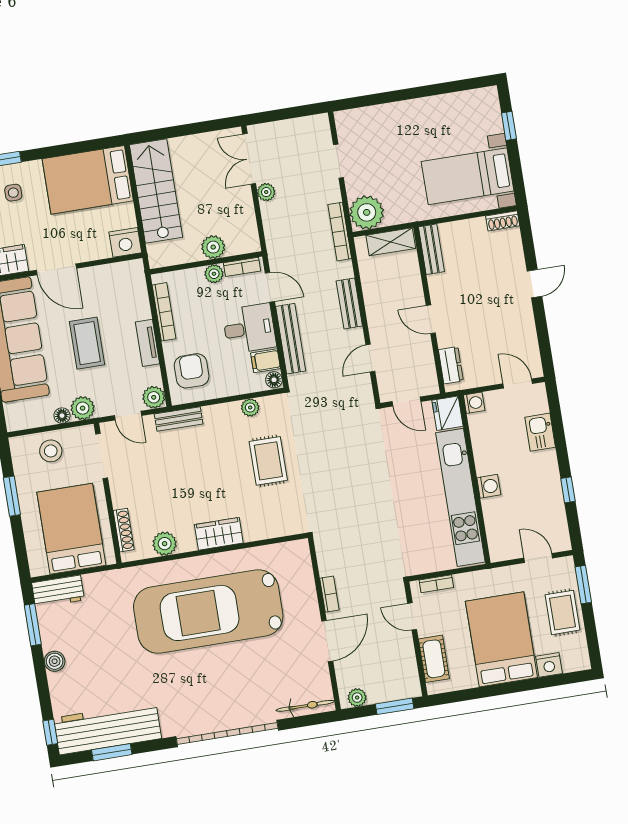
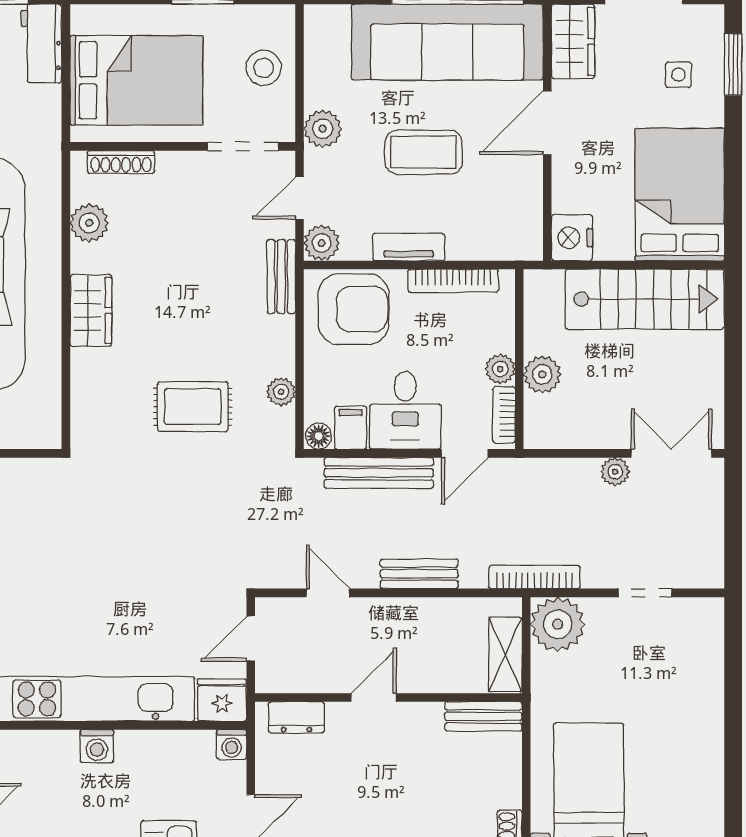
armchair: (192, 371) -> (354, 309), width x1.36, depth x1.36
floor lamp: (62, 416) -> (316, 94), removed

